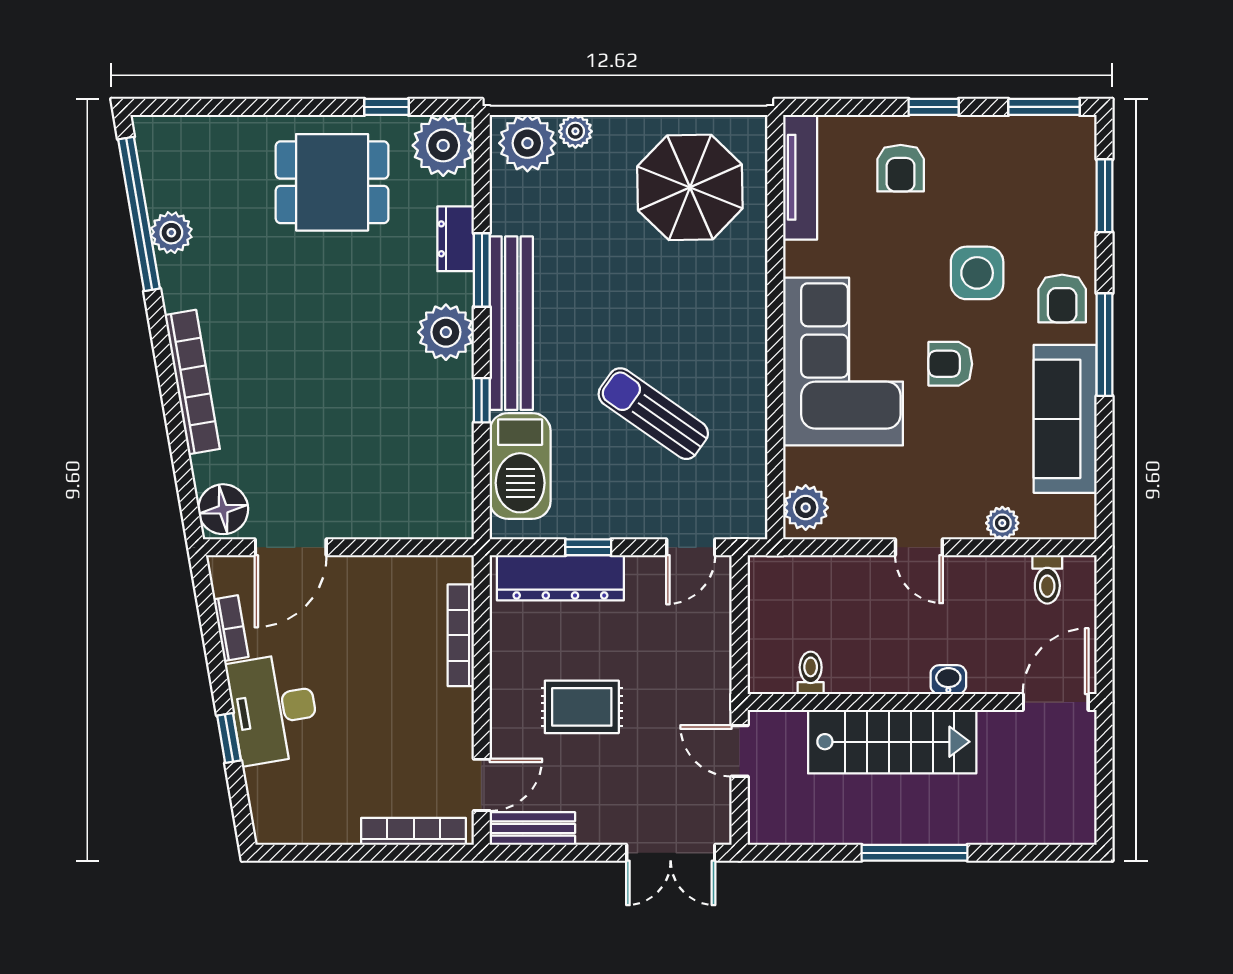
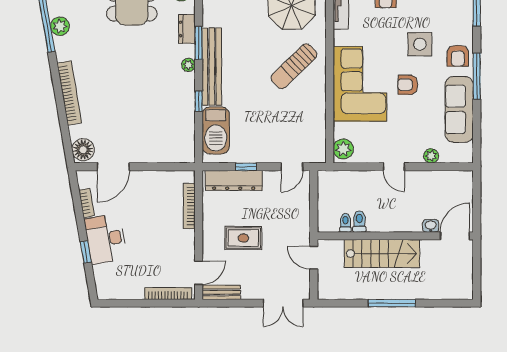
plant: (446, 332) -> (188, 65), width x0.53, depth x0.53
sun lounger: (653, 414) -> (294, 66), moved, turned -79
toilet: (1047, 579) -> (359, 221), moved, turned 180
washbasin: (948, 680) -> (431, 226), moved

